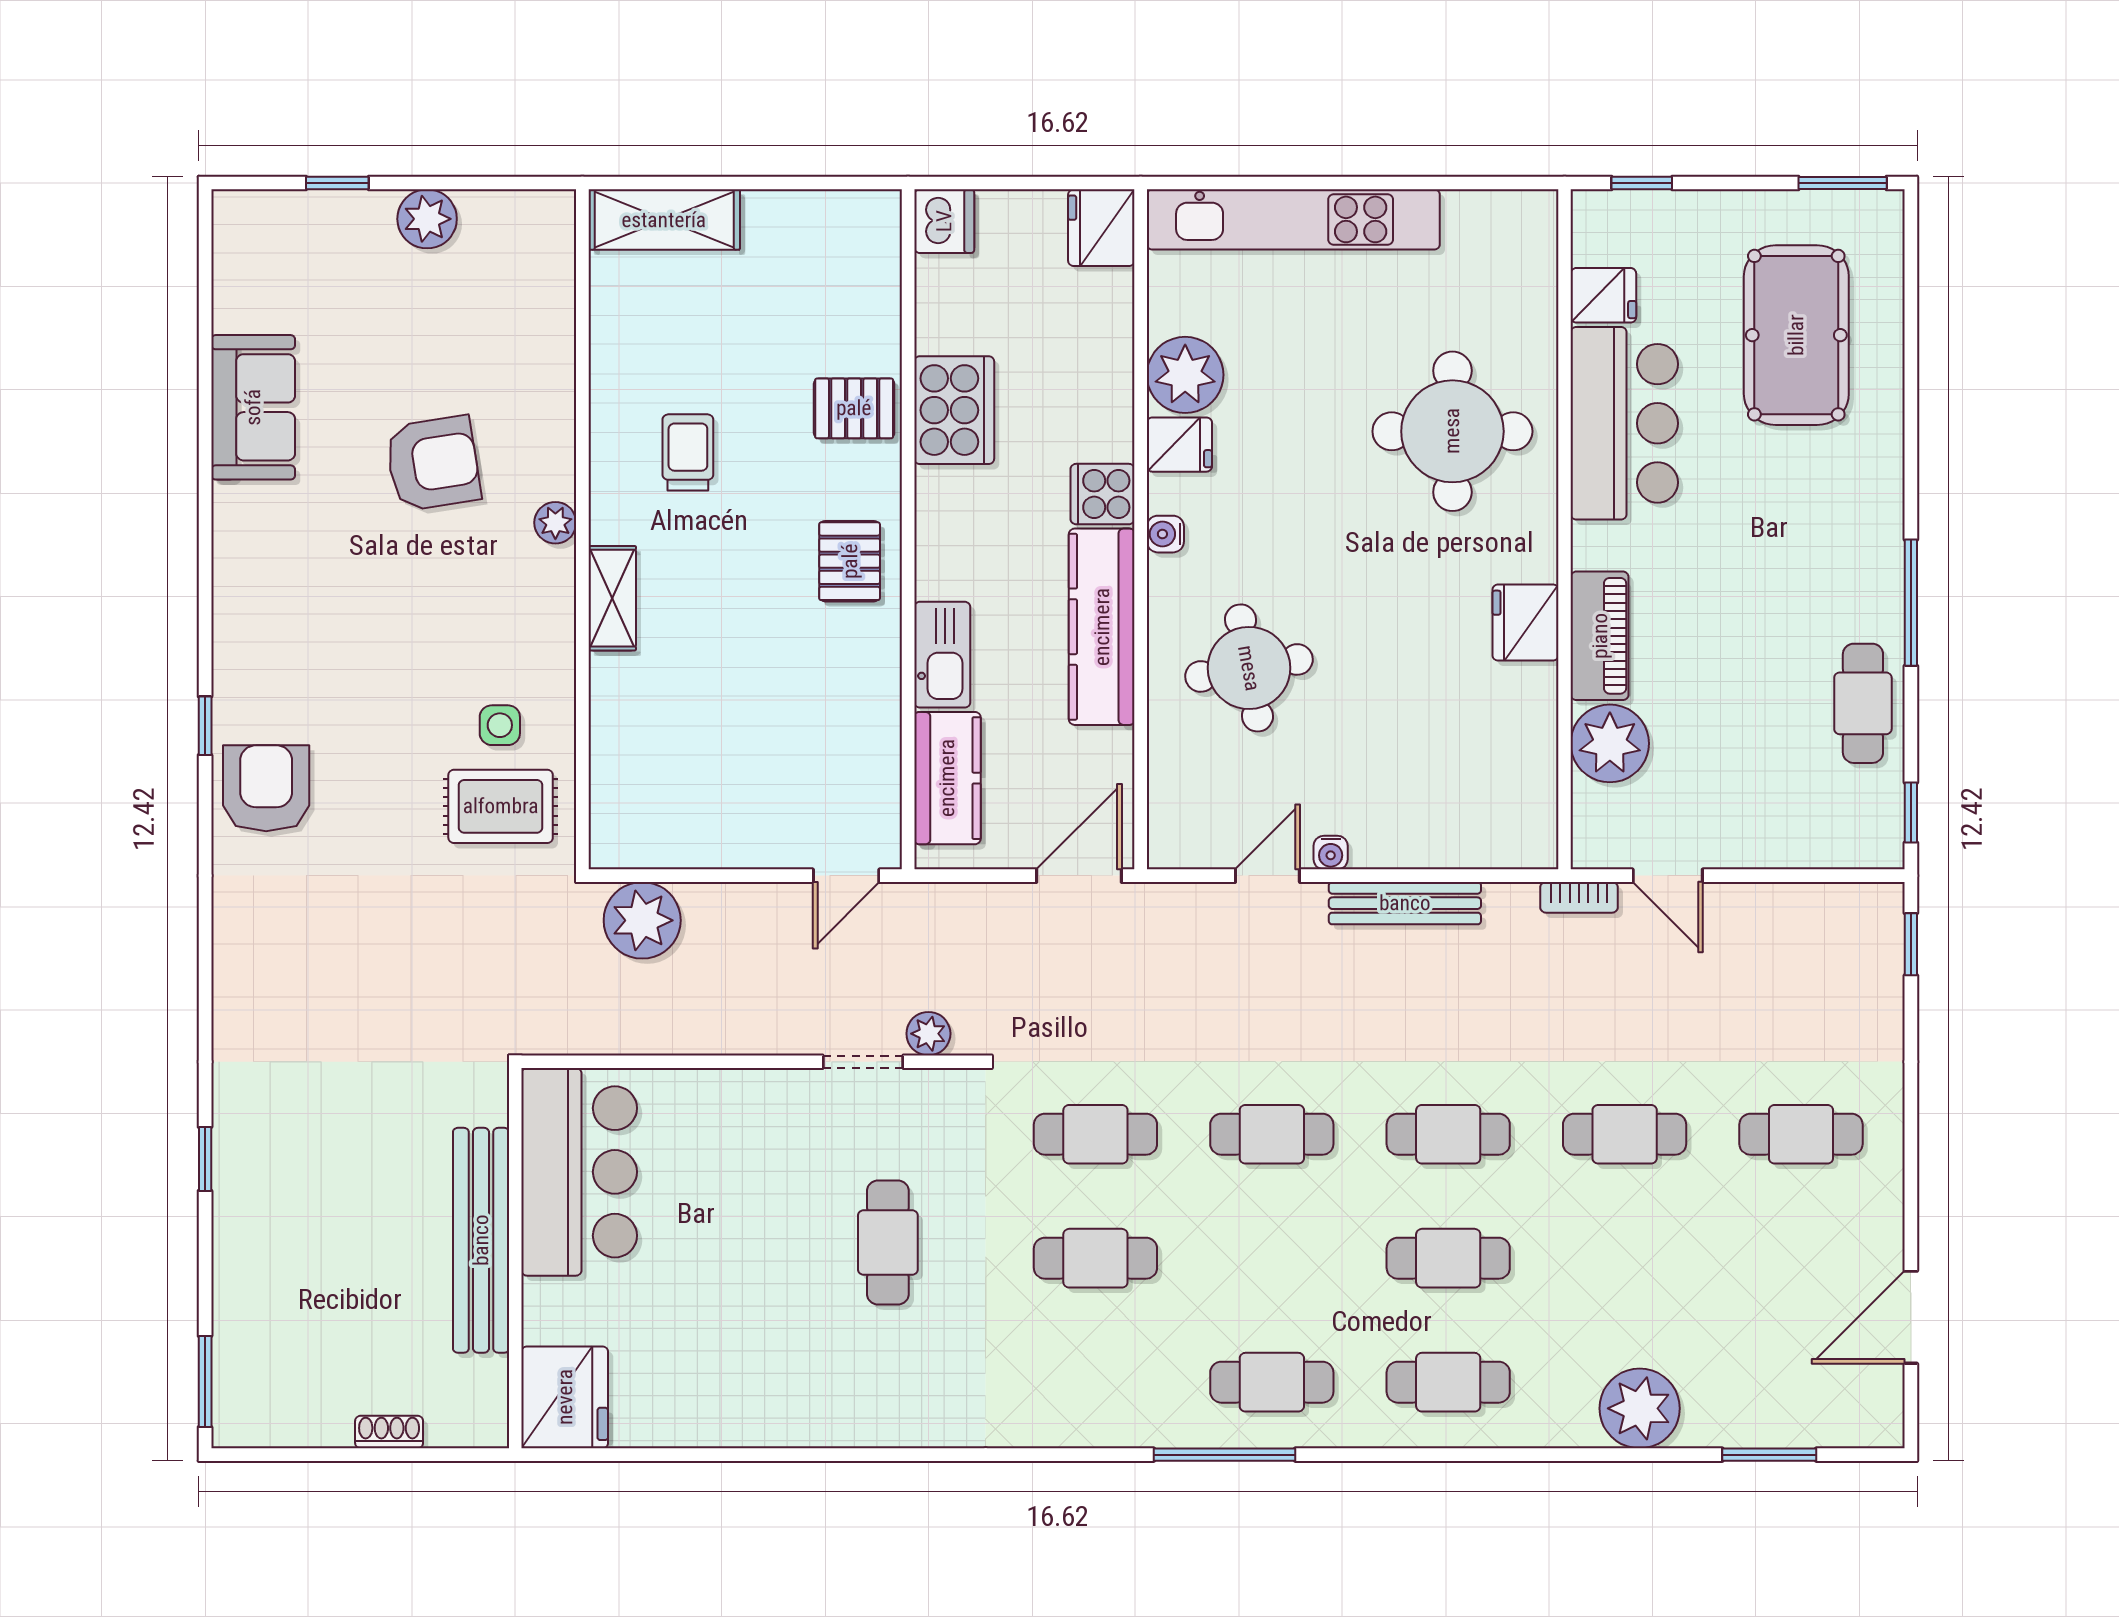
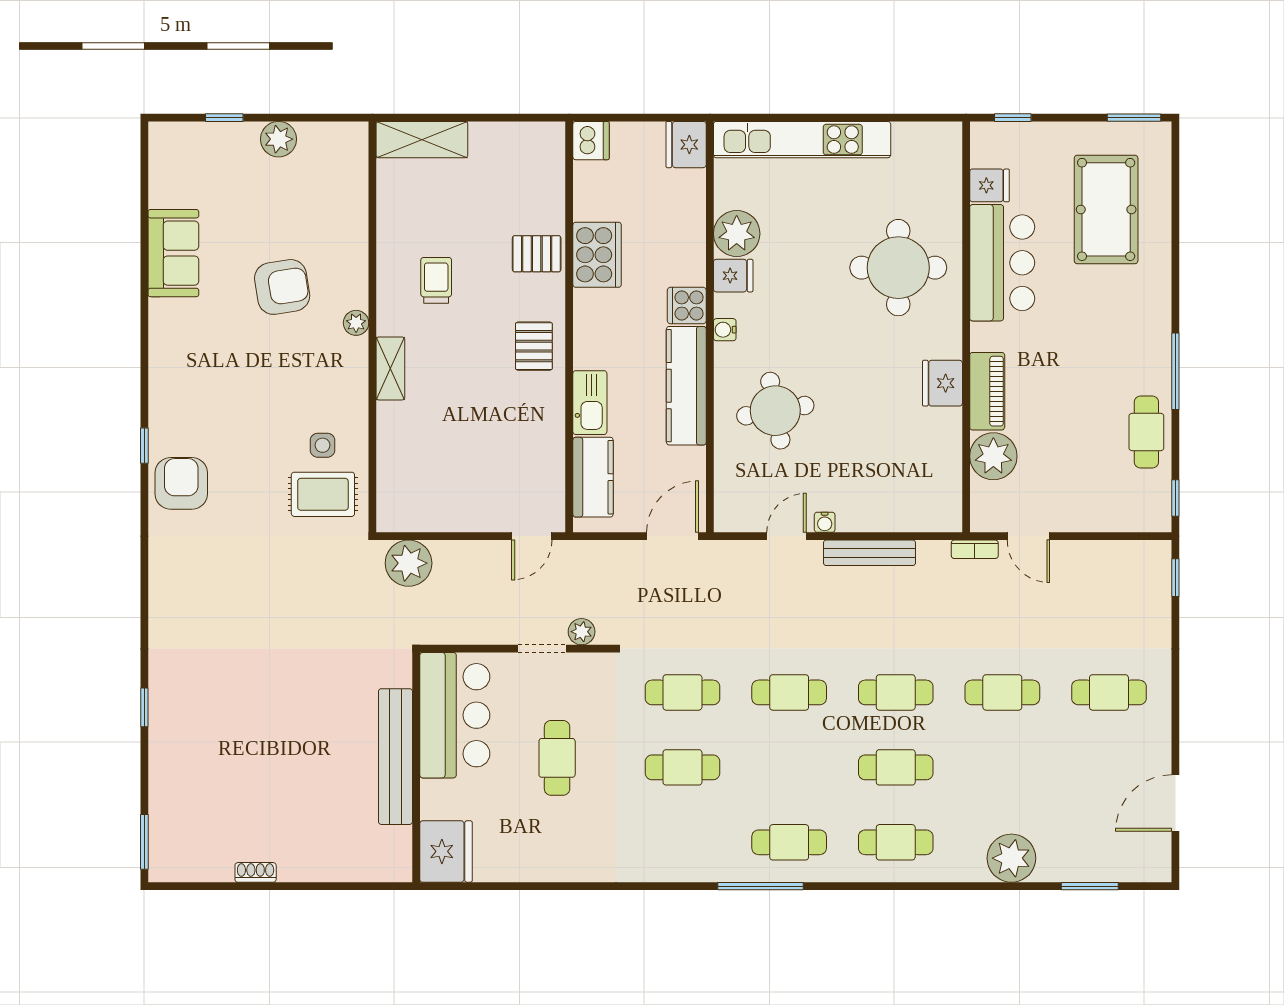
bar counter: (579, 1172) -> (455, 715), moved
bench: (481, 1240) -> (395, 757), moved
wall: (515, 1258) -> (416, 767), moved
fridge: (565, 1397) -> (446, 851), moved

